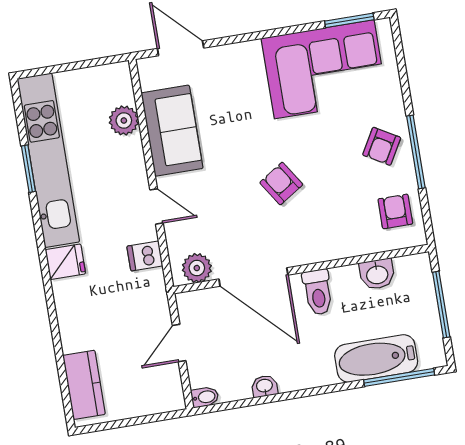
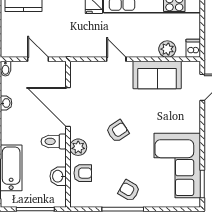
door: (156, 206) -> (116, 59), swing flipped
armchair: (395, 211) -> (83, 173), moved
dishwasher: (145, 256) -> (193, 48), moved
plant: (197, 268) -> (78, 147), moved
door: (253, 277) -> (68, 107), hinge flipped

